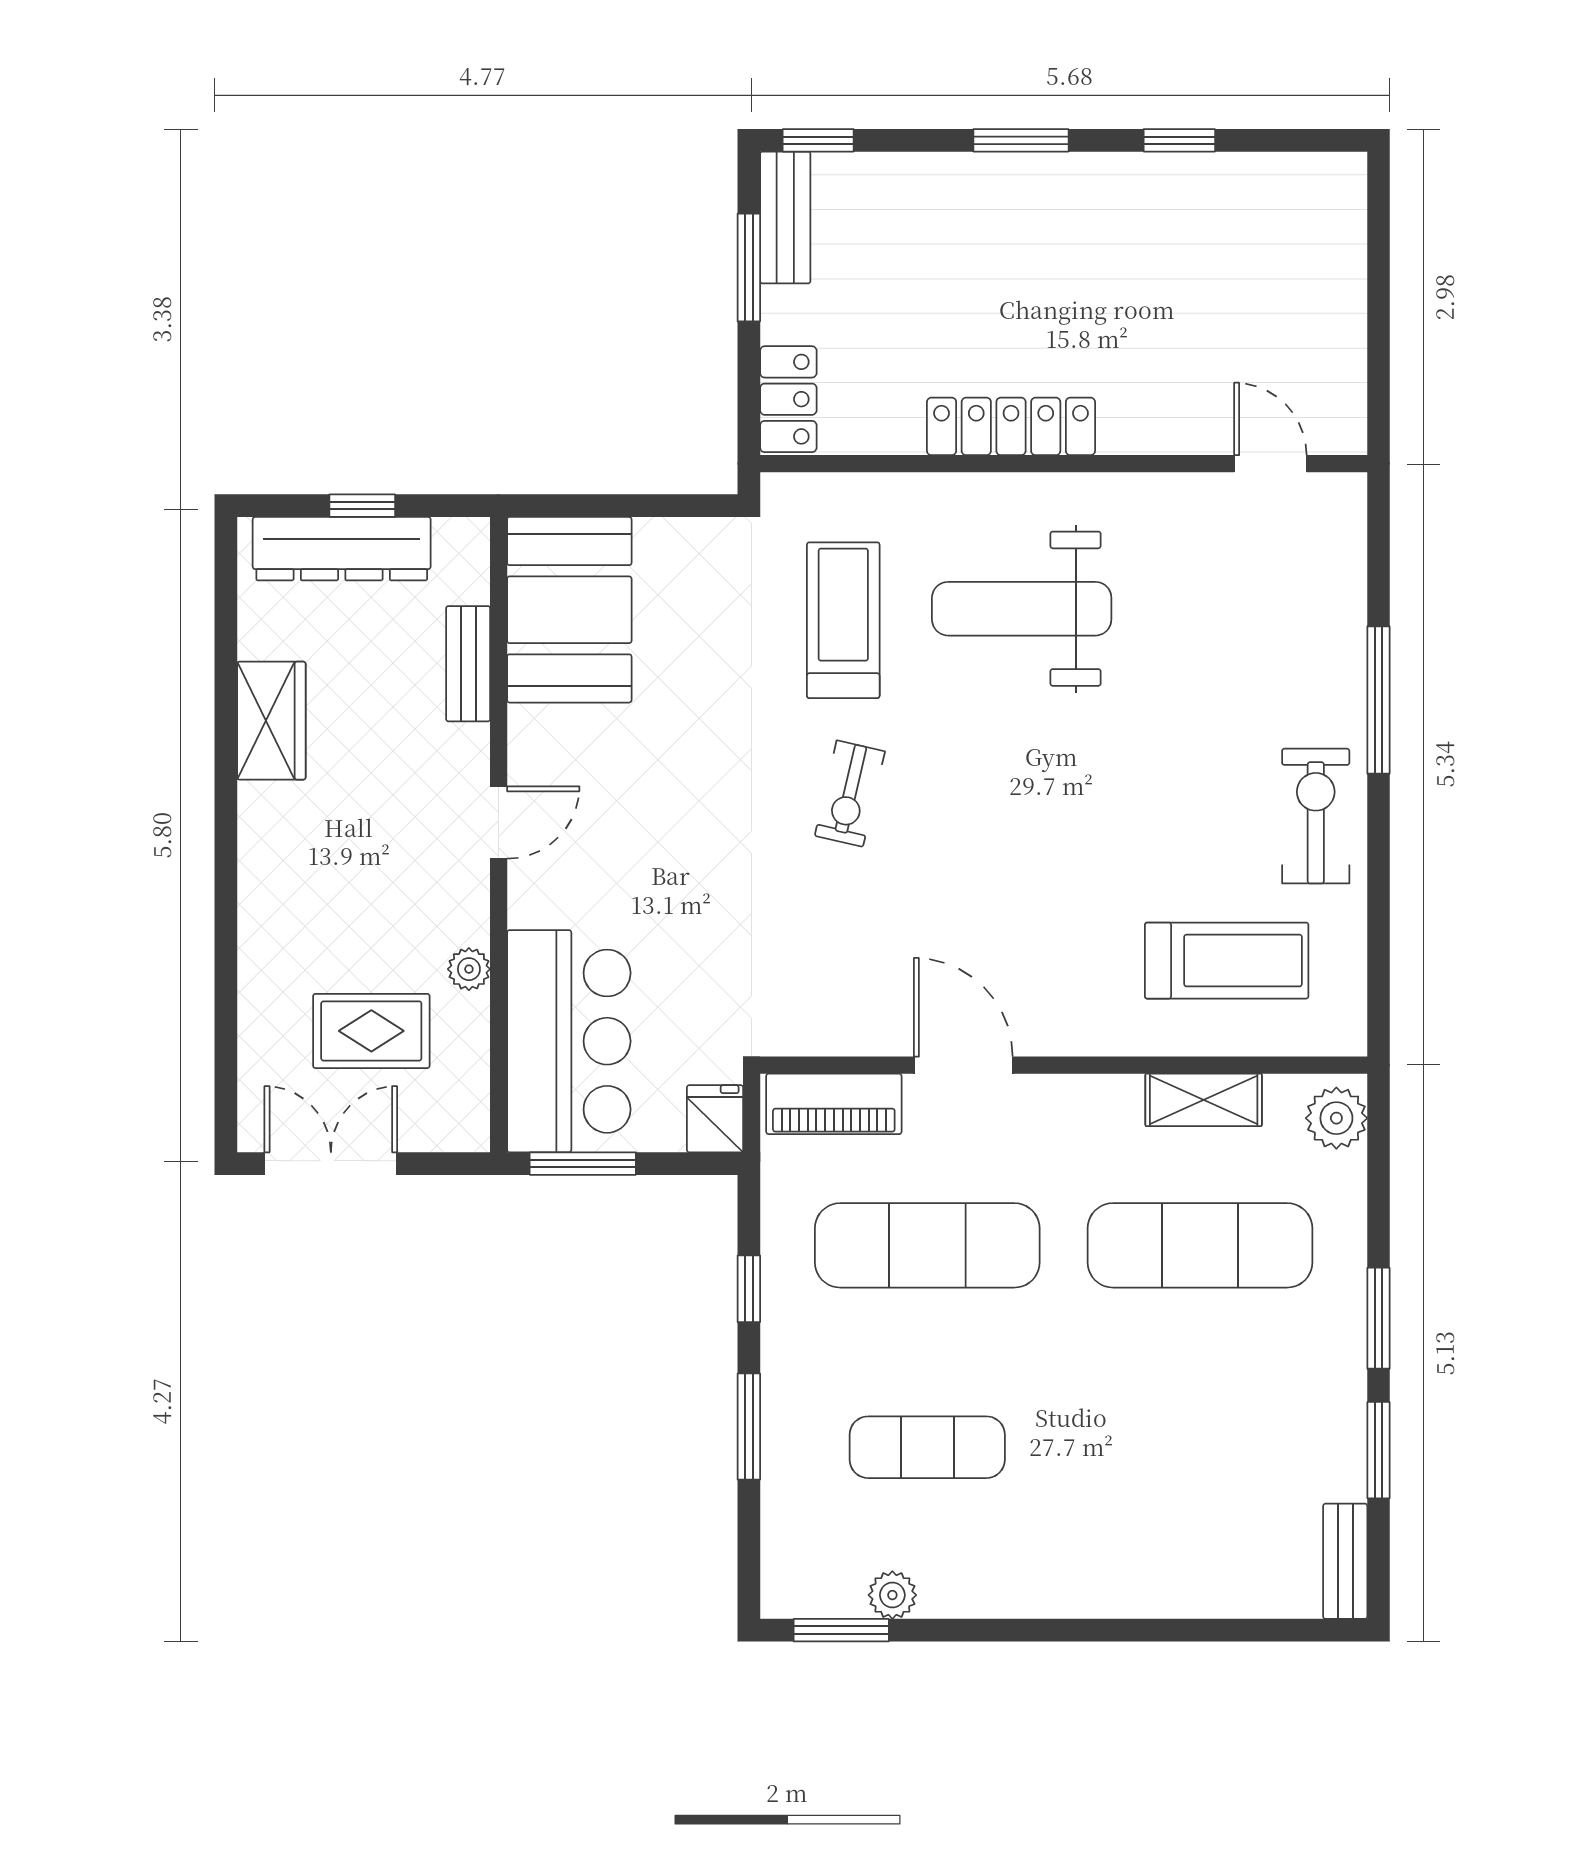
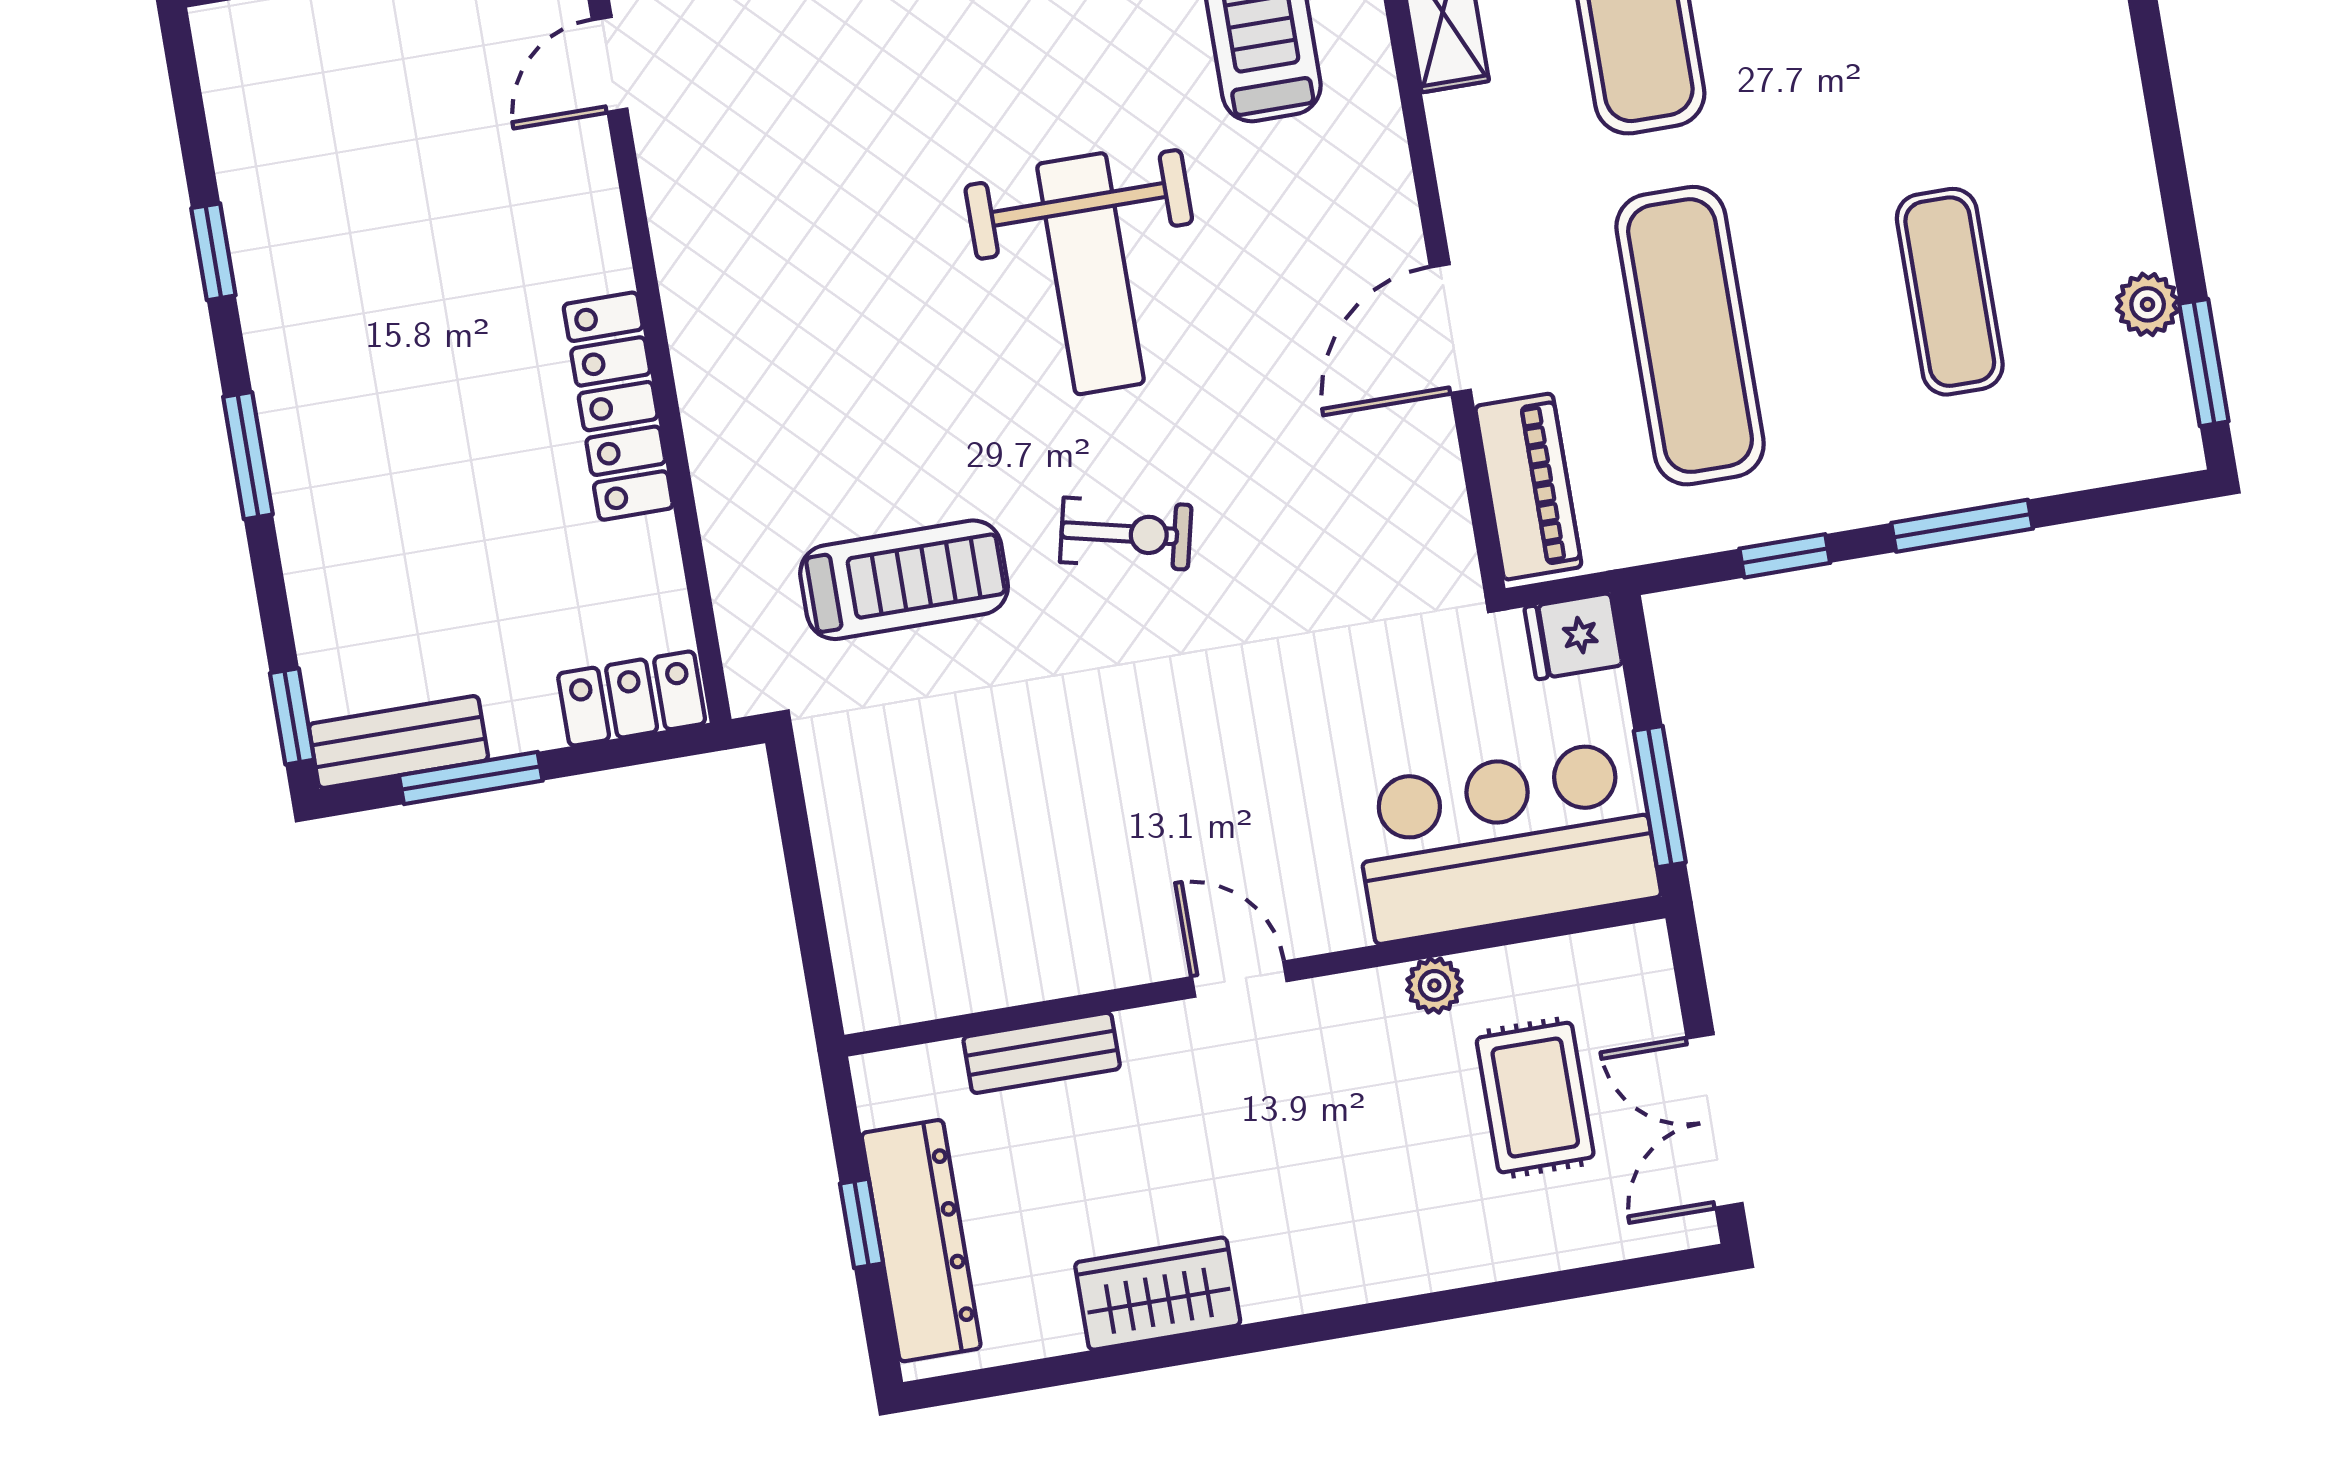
weight bench: (1022, 609) -> (1091, 274), moved
booth: (569, 610) -> (950, 934), removed
treadmill: (843, 620) -> (904, 580), turned 180

